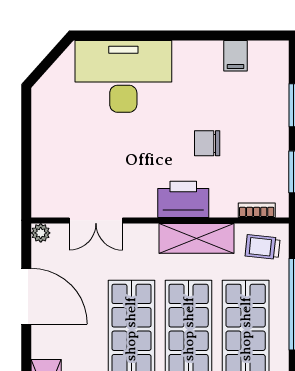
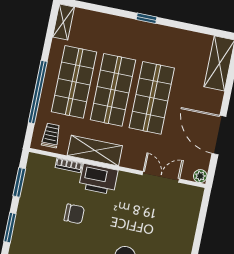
bookcase: (257, 210) -> (69, 165), moved
trolley: (263, 247) -> (51, 135), turned -96

